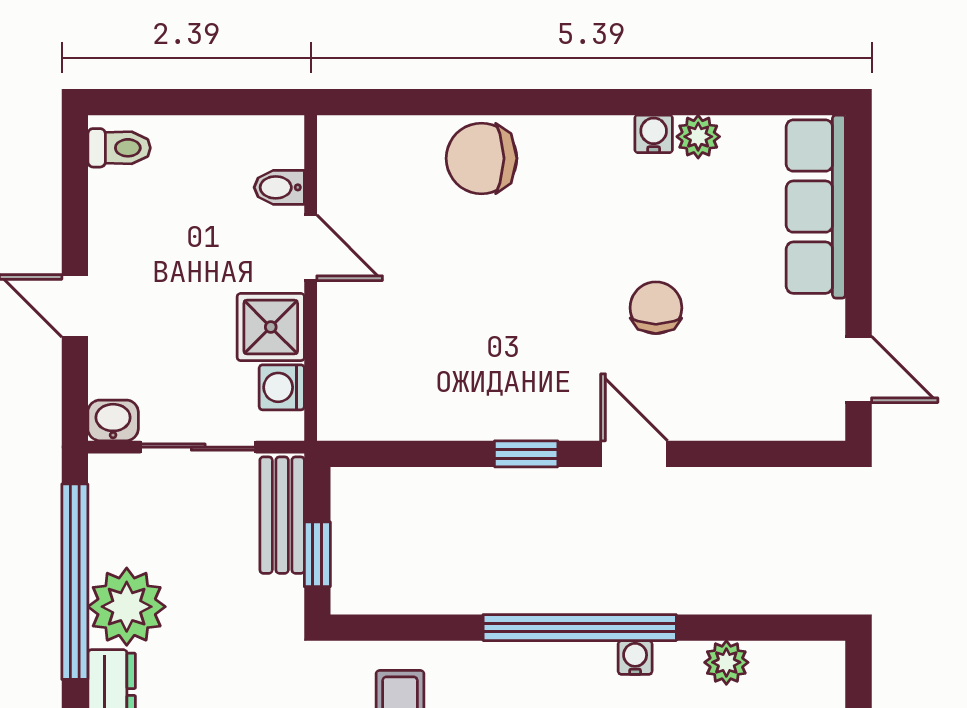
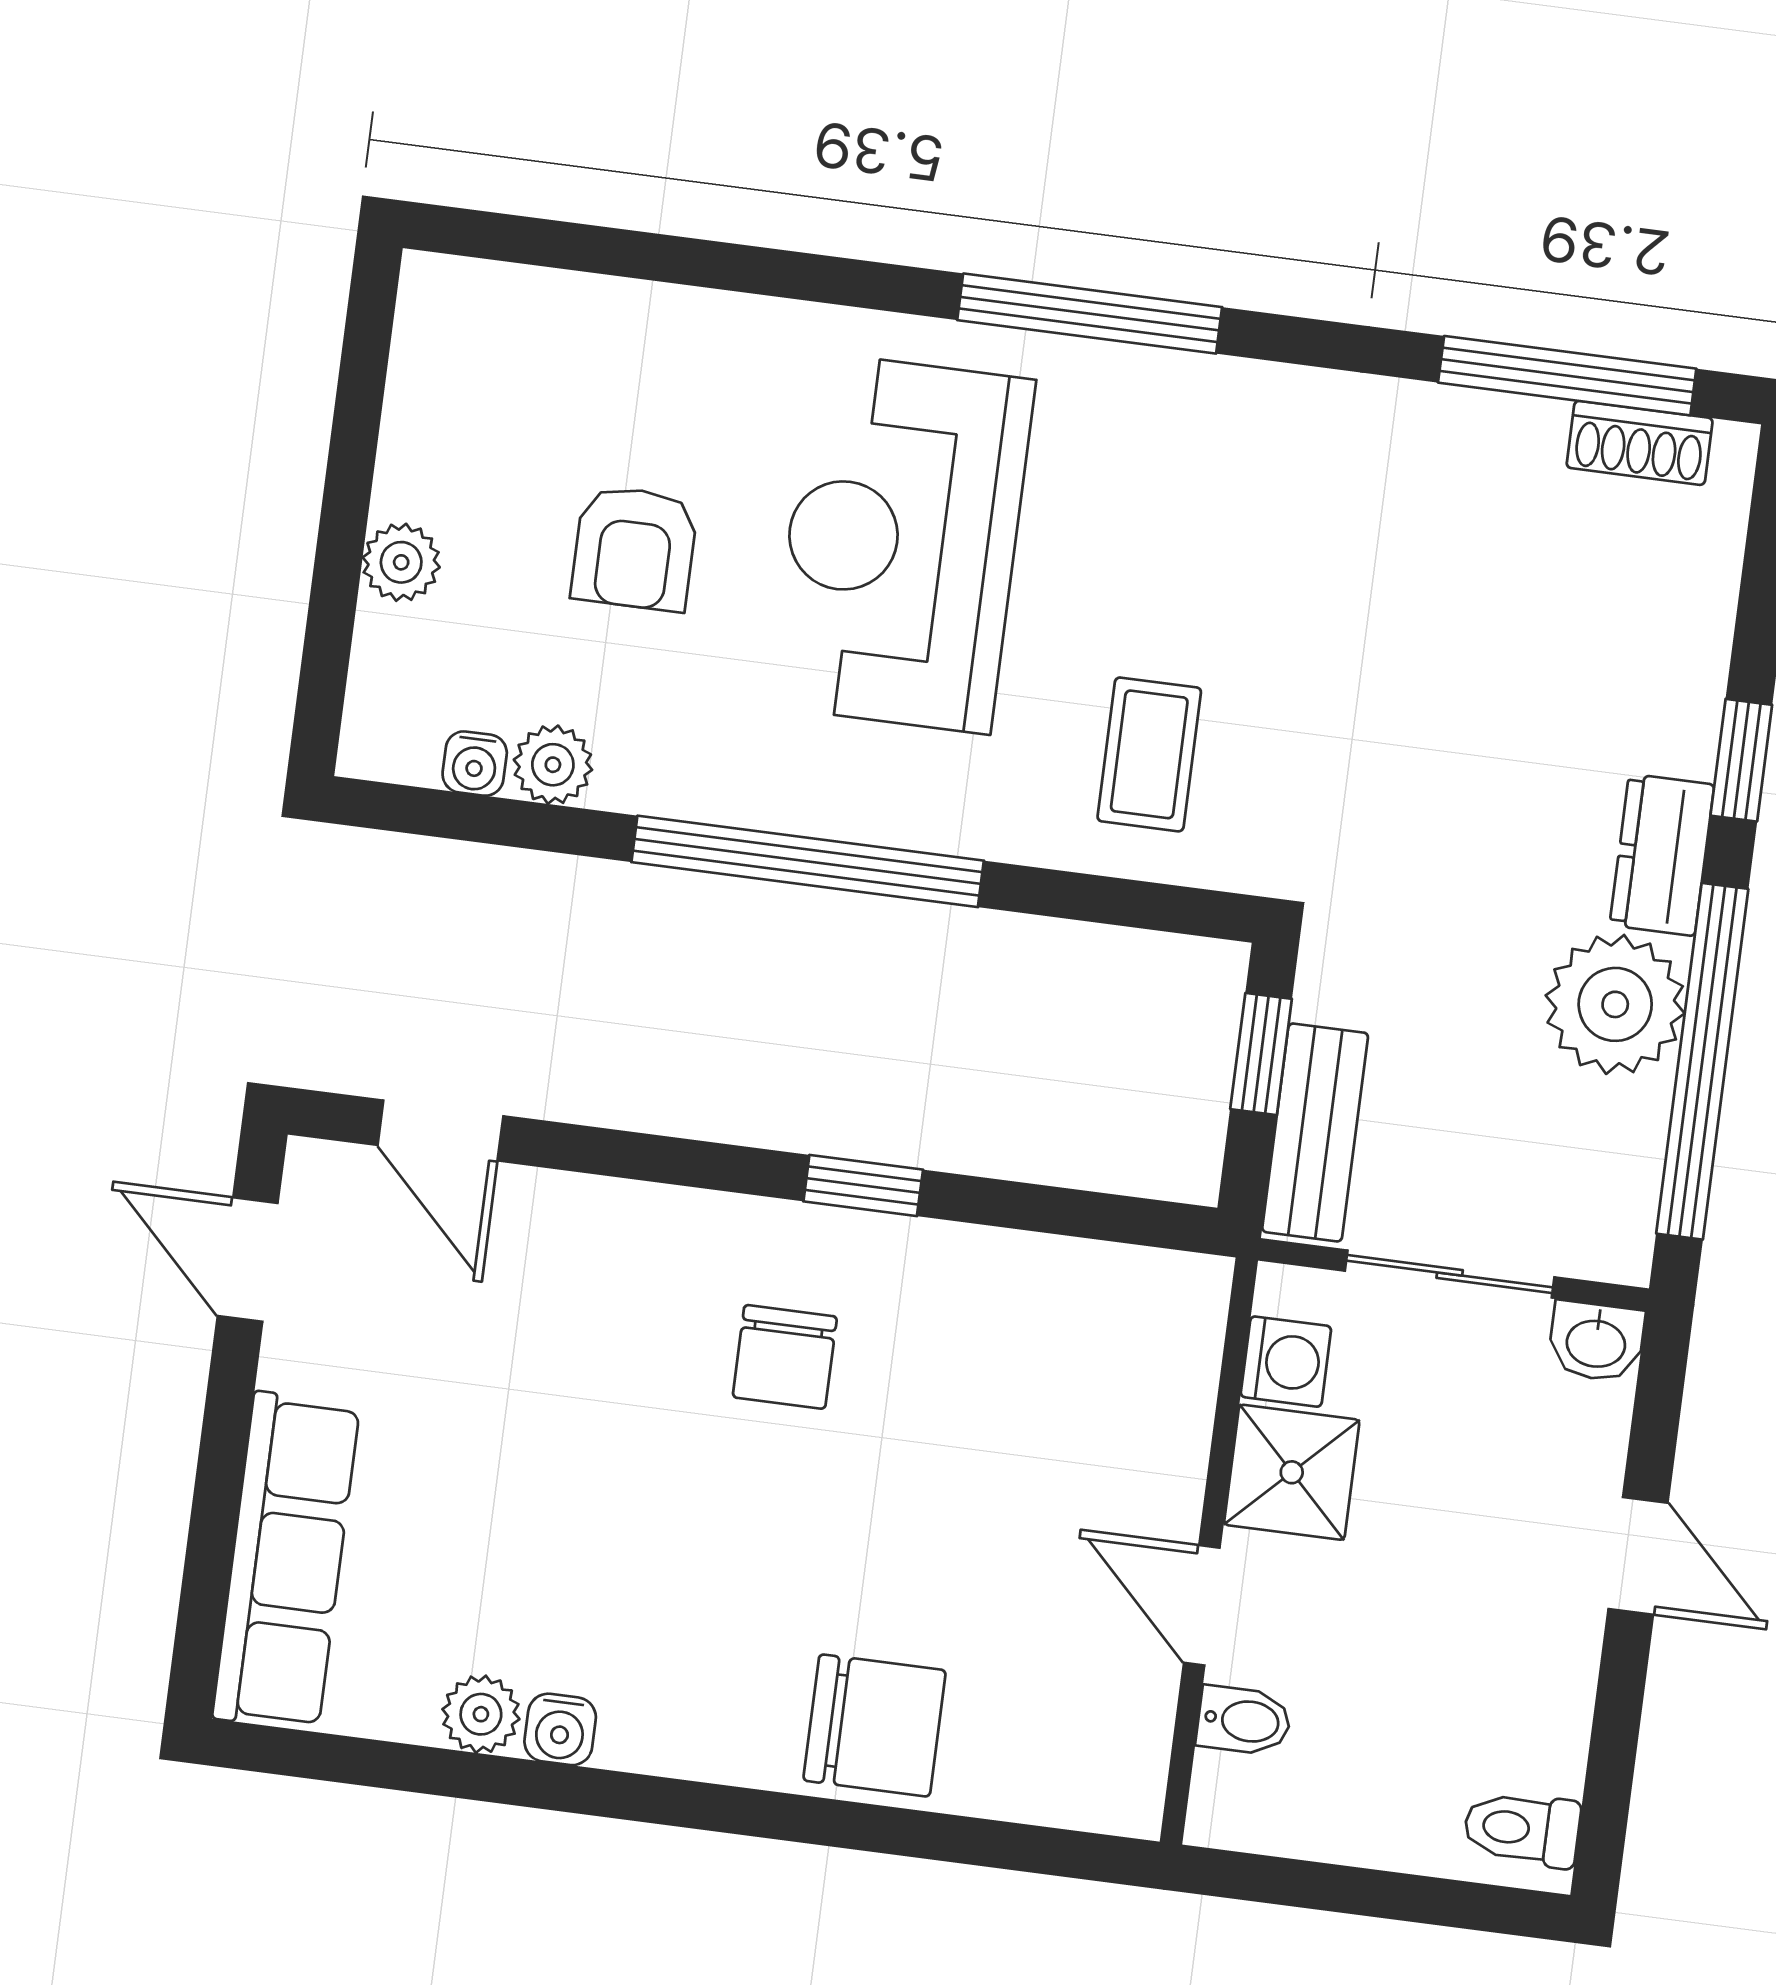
chair: (656, 308) -> (785, 1357), moved
door: (634, 454) -> (440, 1131), moved
water cooler: (635, 658) -> (475, 764), moved

